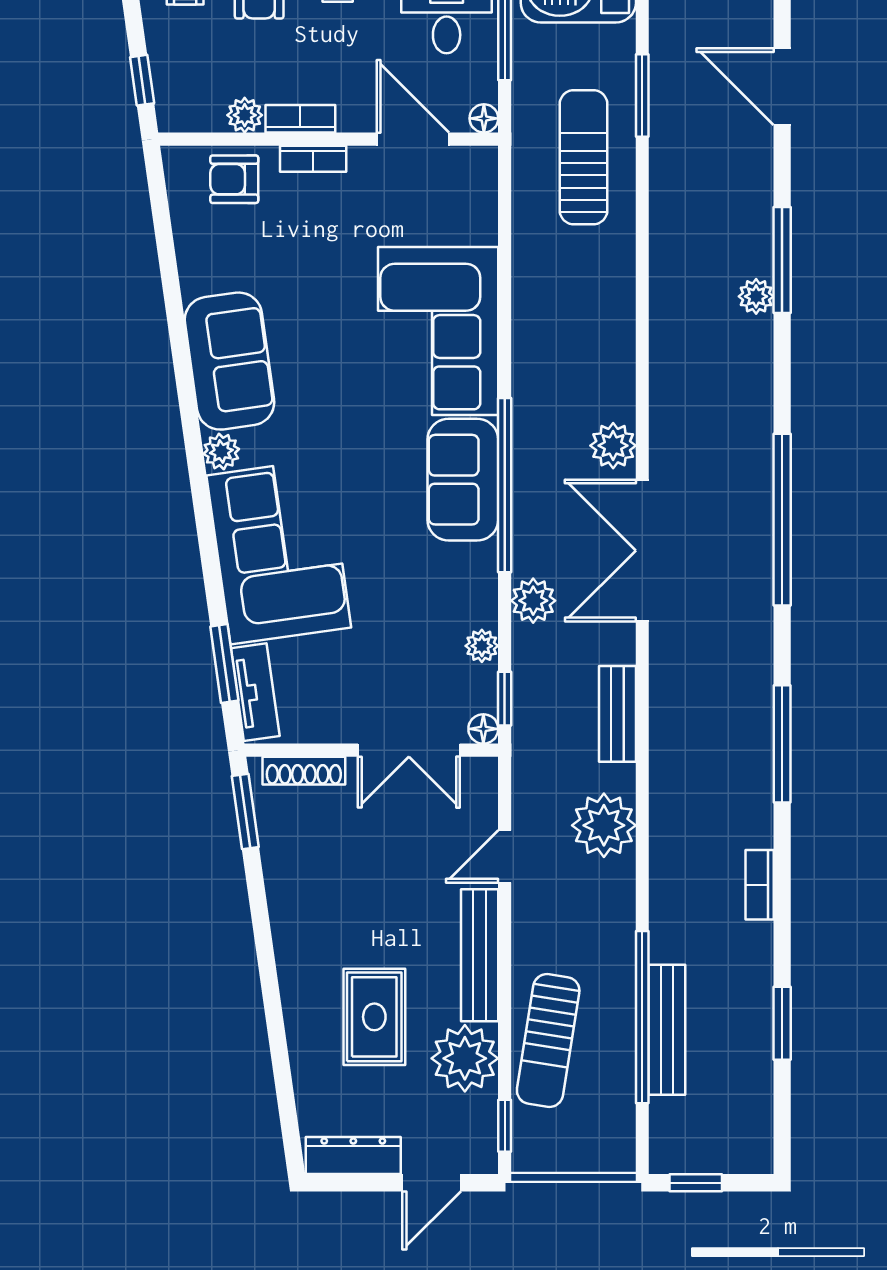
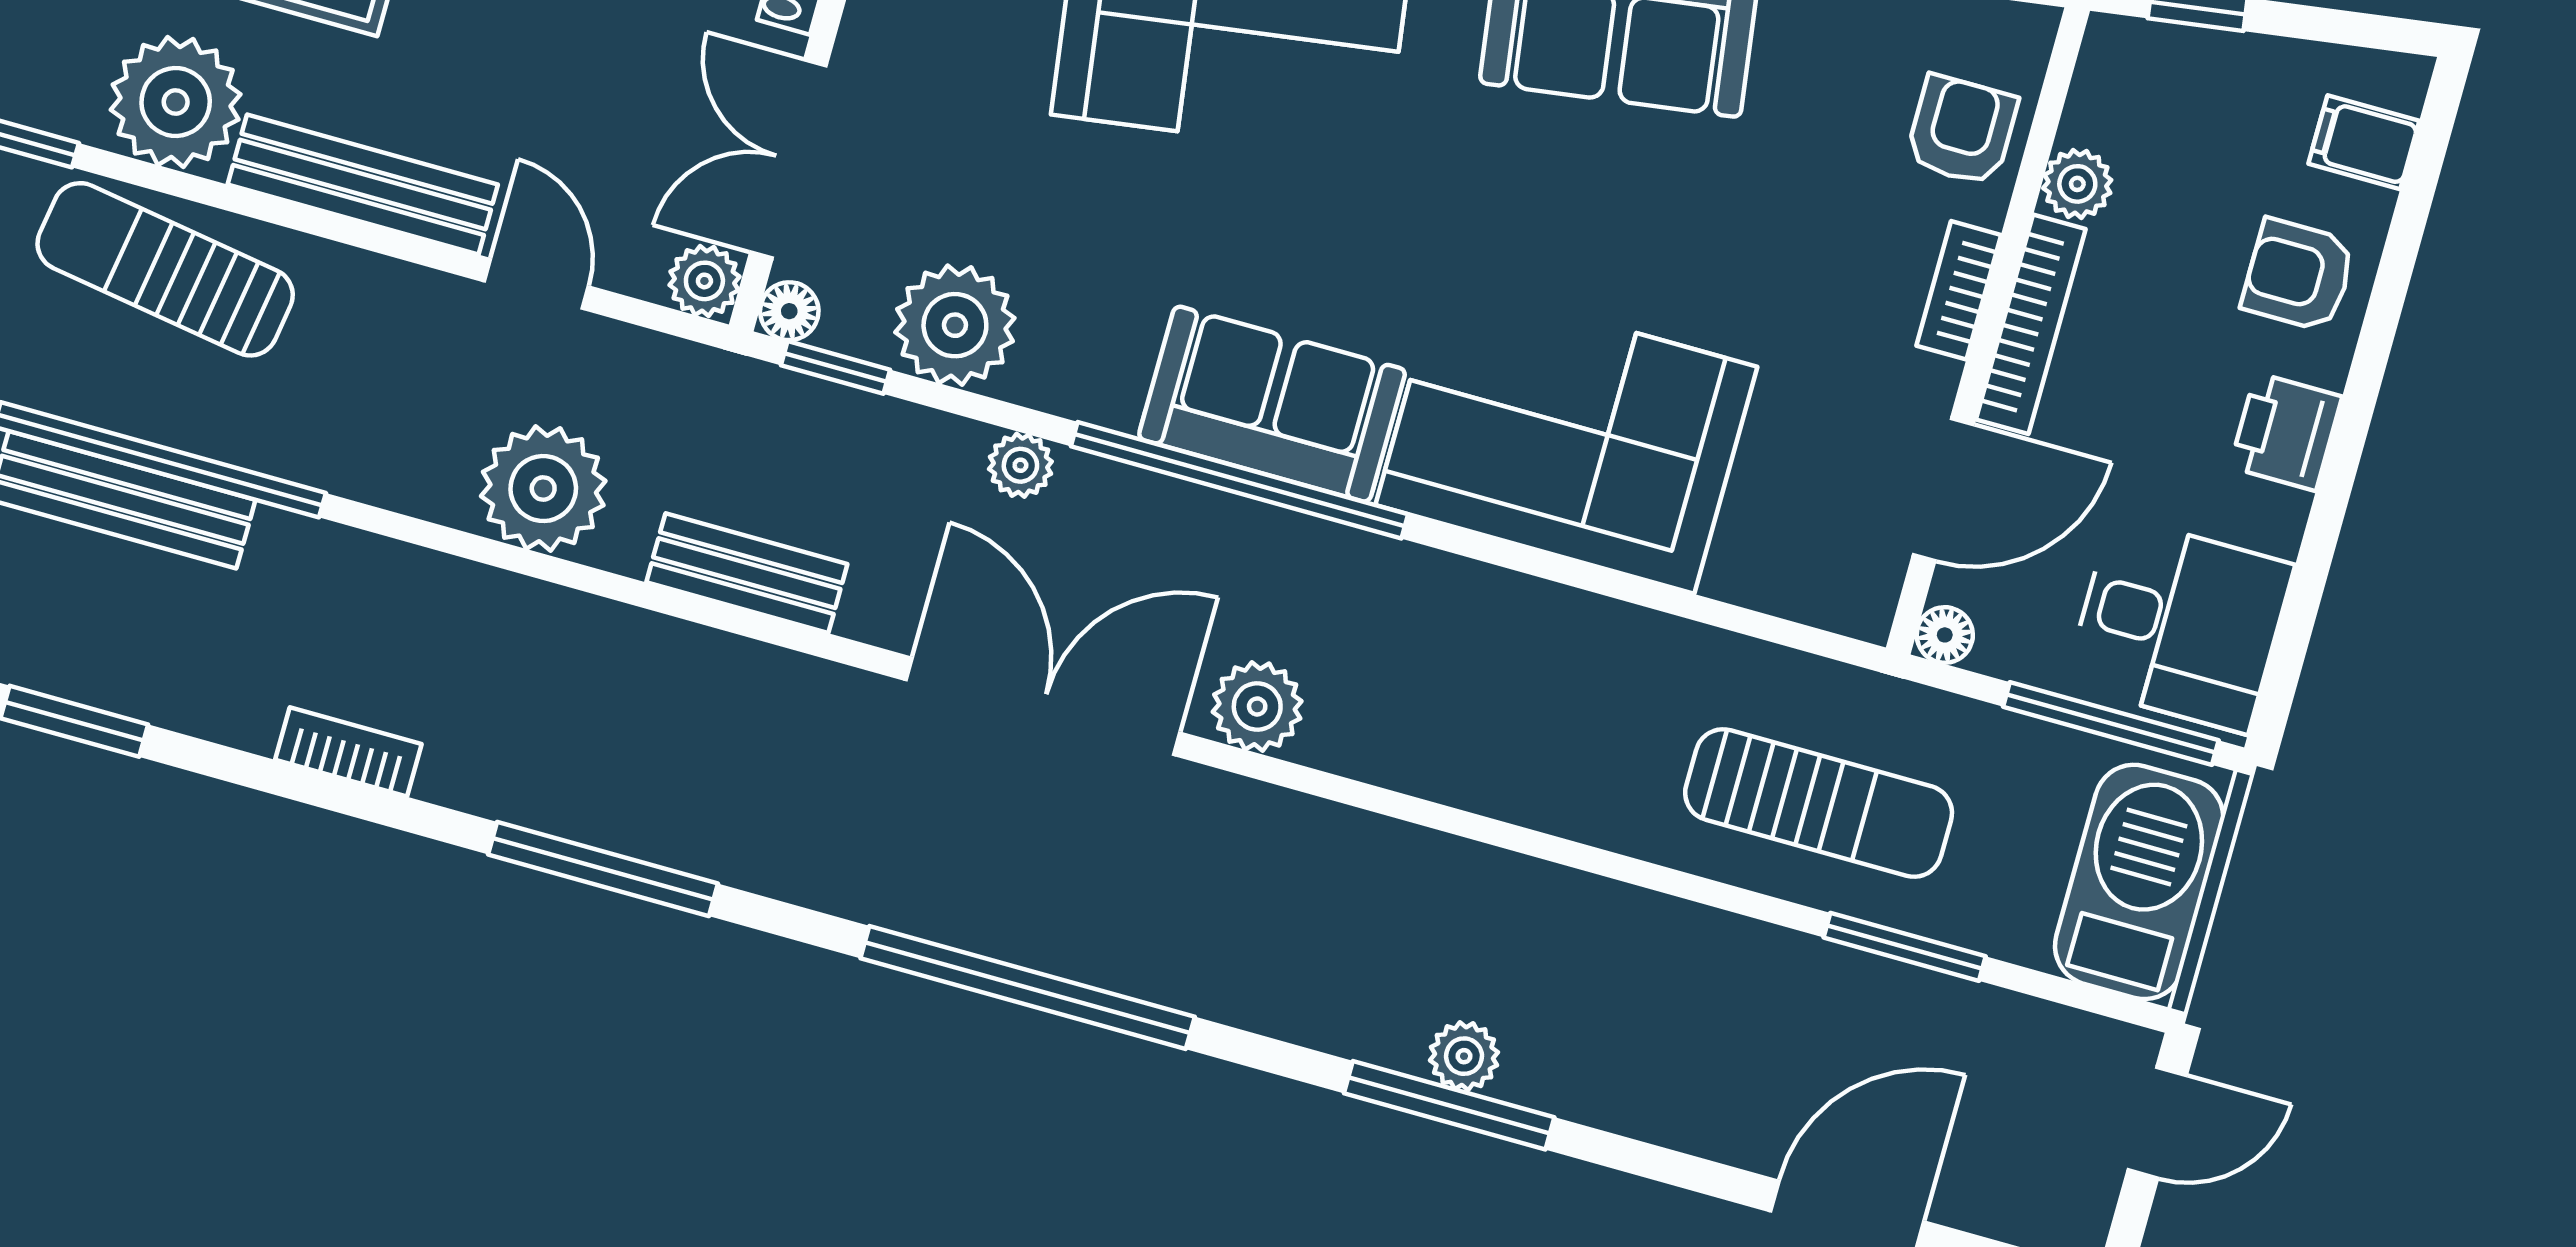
bookcase: (300, 119) -> (2031, 324), width x1.56
window: (782, 260) -> (1449, 1105), moved
plant: (533, 601) -> (1020, 465), width x0.73, depth x0.73
plant: (482, 646) -> (955, 325), width x1.88, depth x1.88
plant: (480, 775) -> (704, 281), added

